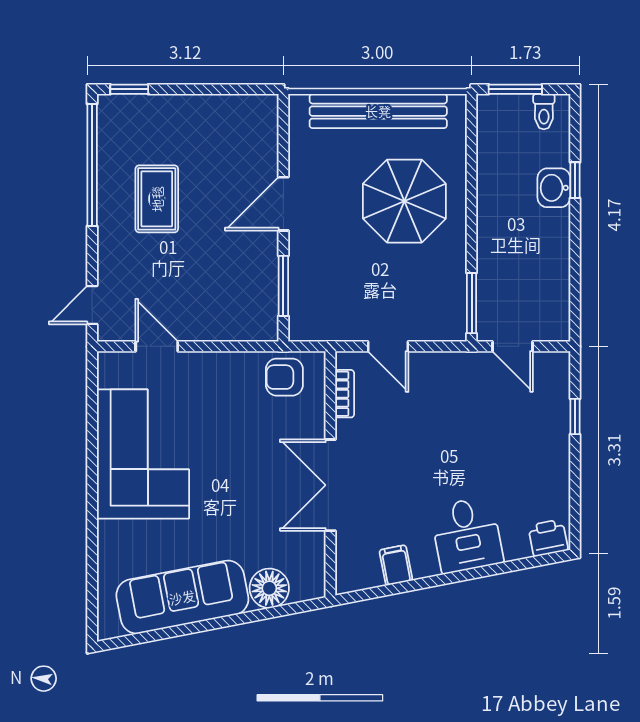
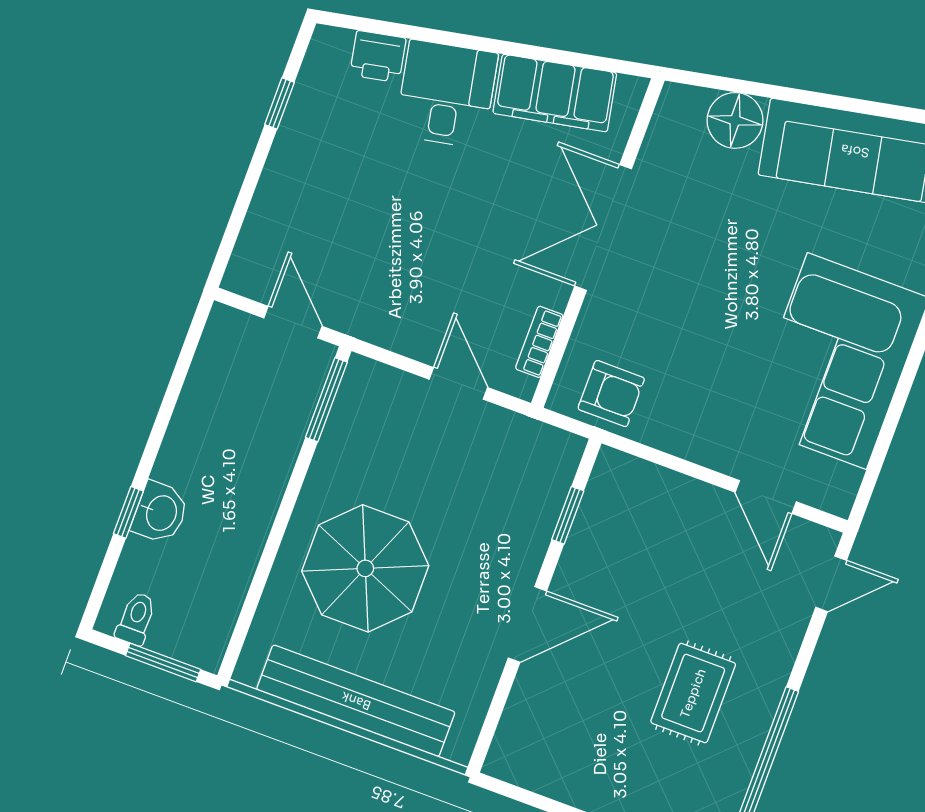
window: (283, 286) -> (568, 515), width x0.67
window: (575, 416) -> (280, 103), moved
double door: (330, 485) -> (603, 227), swing flipped
printer: (548, 538) -> (378, 57), moved
filing cabinet: (396, 565) -> (555, 93), width x3.00, depth x1.17

